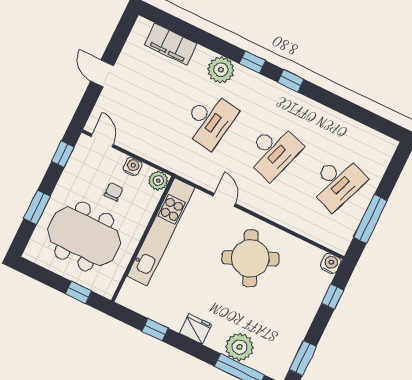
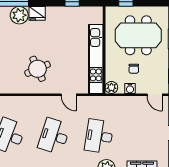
round table: (250, 258) -> (38, 69), width x0.73, depth x0.73
fridge: (196, 329) -> (37, 13), moved

